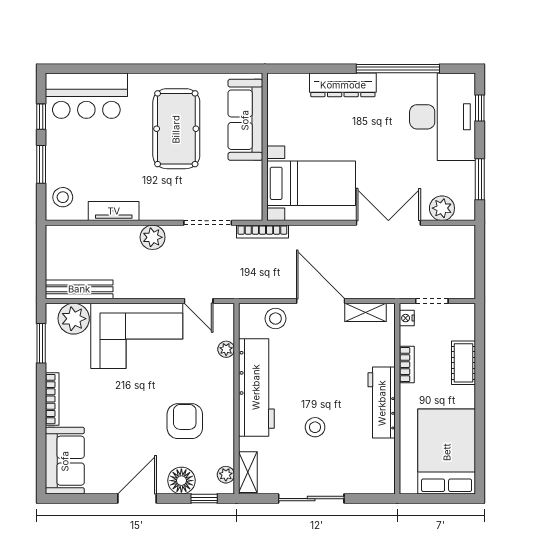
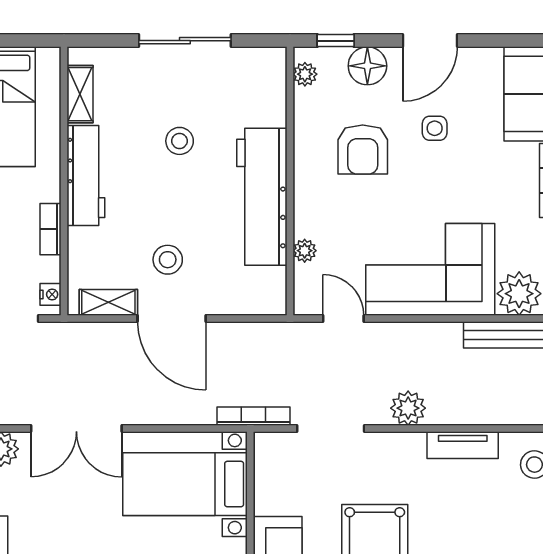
stool: (275, 319) -> (168, 260), moved
side table: (134, 436) -> (435, 128), added
shelving: (248, 472) -> (80, 94), moved

